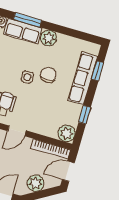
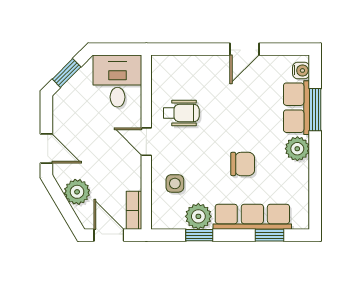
side table: (27, 77) -> (175, 183), moved
plant: (67, 133) -> (198, 216), moved
bookcase: (51, 149) -> (134, 210), width x0.64

